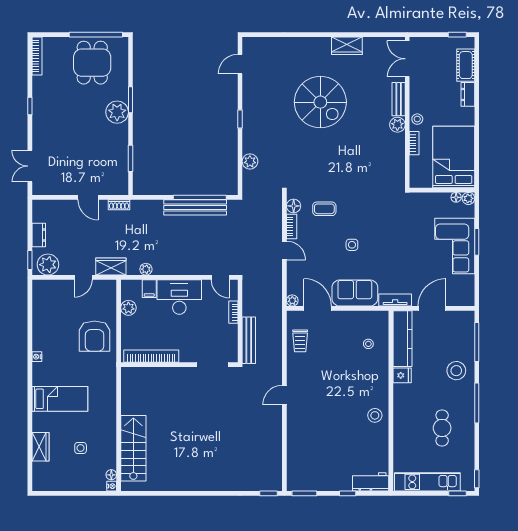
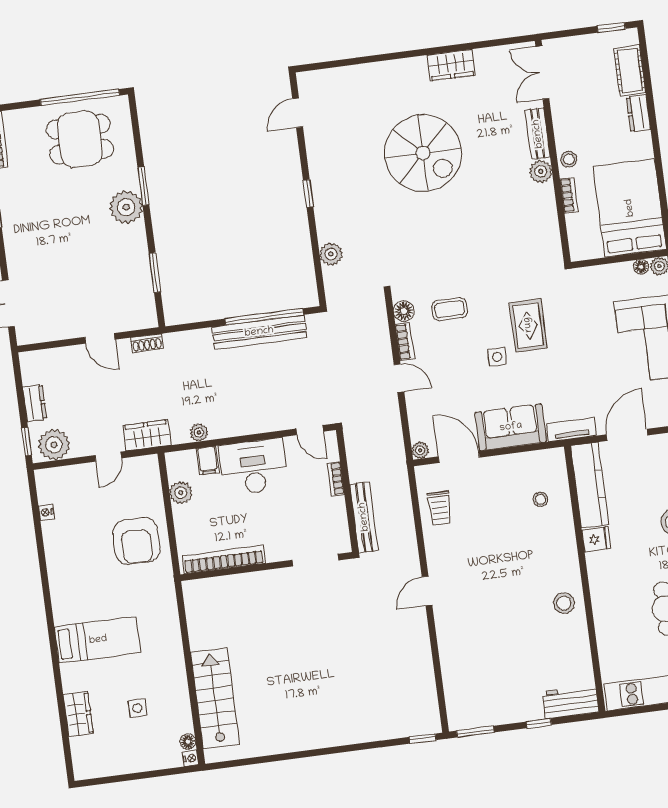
dining table: (92, 63) -> (80, 139), turned 90
rug: (375, 227) -> (528, 325), added
nightstand: (37, 357) -> (46, 512), moved

